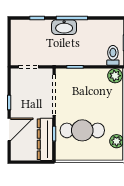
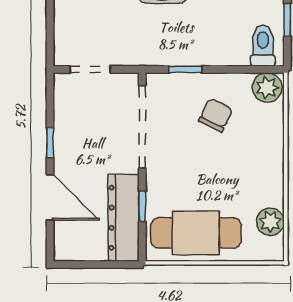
chair: (90, 89) -> (216, 115), added
door: (9, 129) -> (50, 197), hinge flipped
cafe table: (82, 130) -> (196, 233), moved

